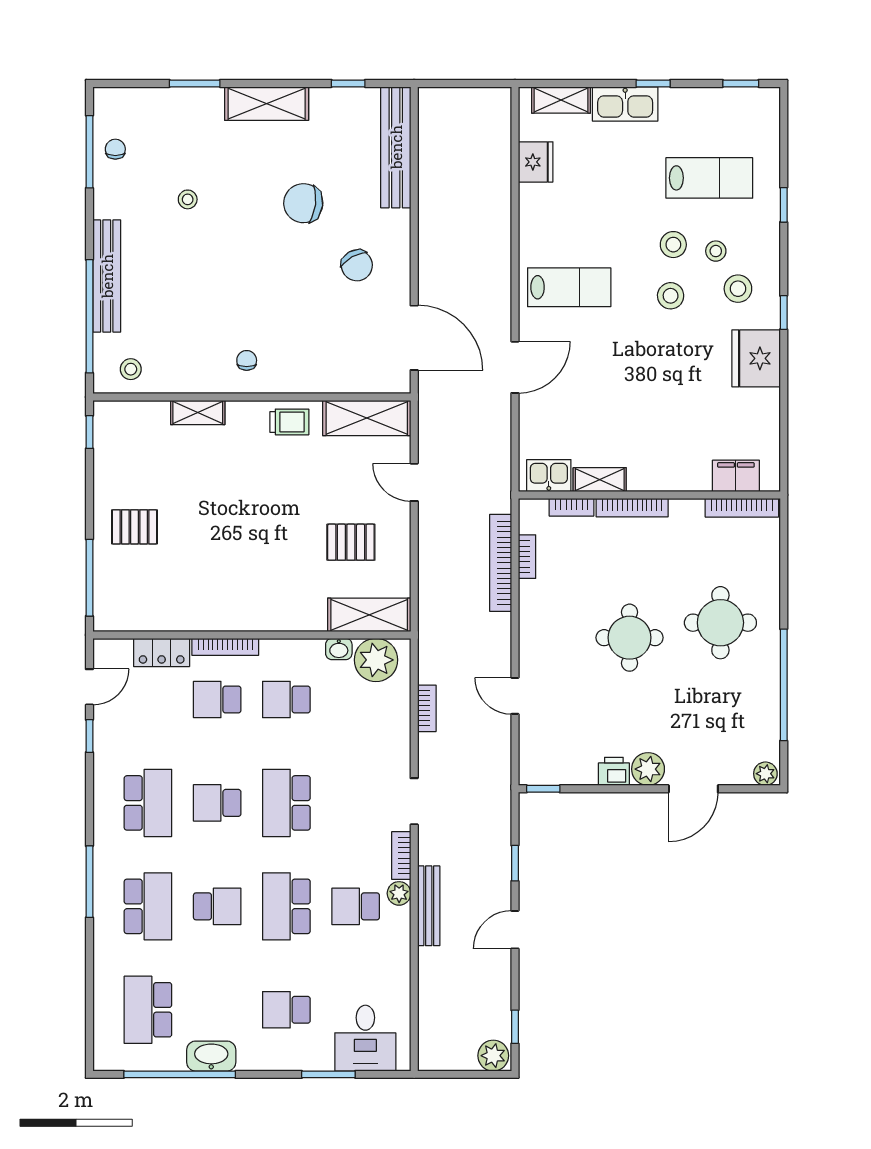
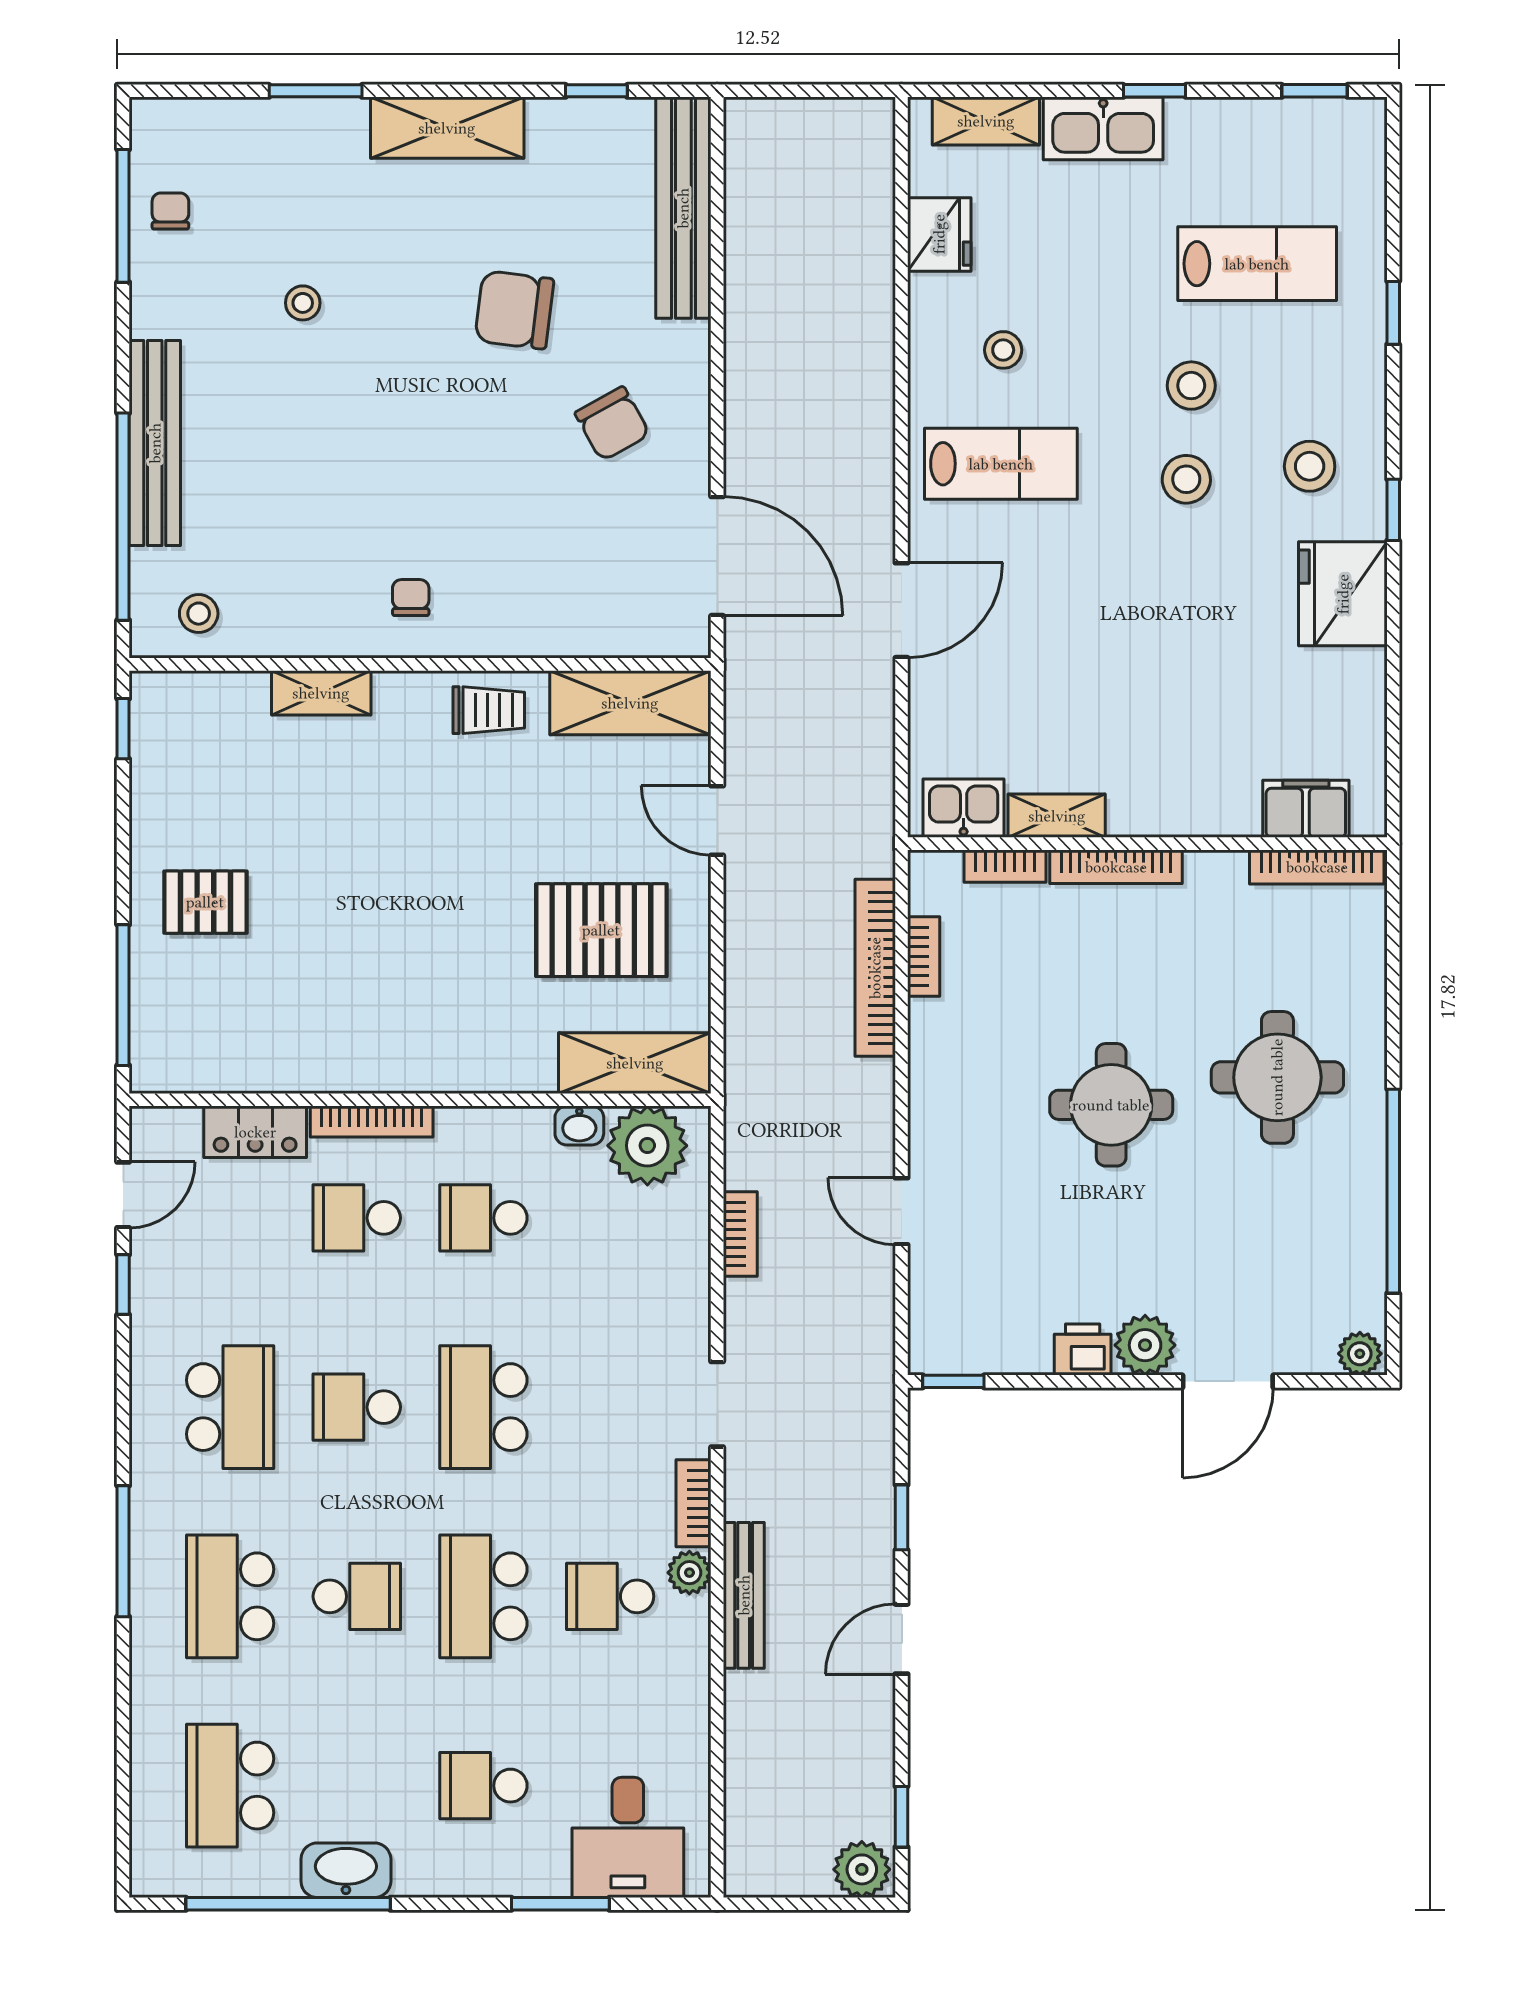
stool: (716, 251) -> (1003, 350), moved
pallet: (351, 542) -> (601, 930), width x1.50, depth x1.42
school desk: (148, 906) -> (230, 1596), turned 180

